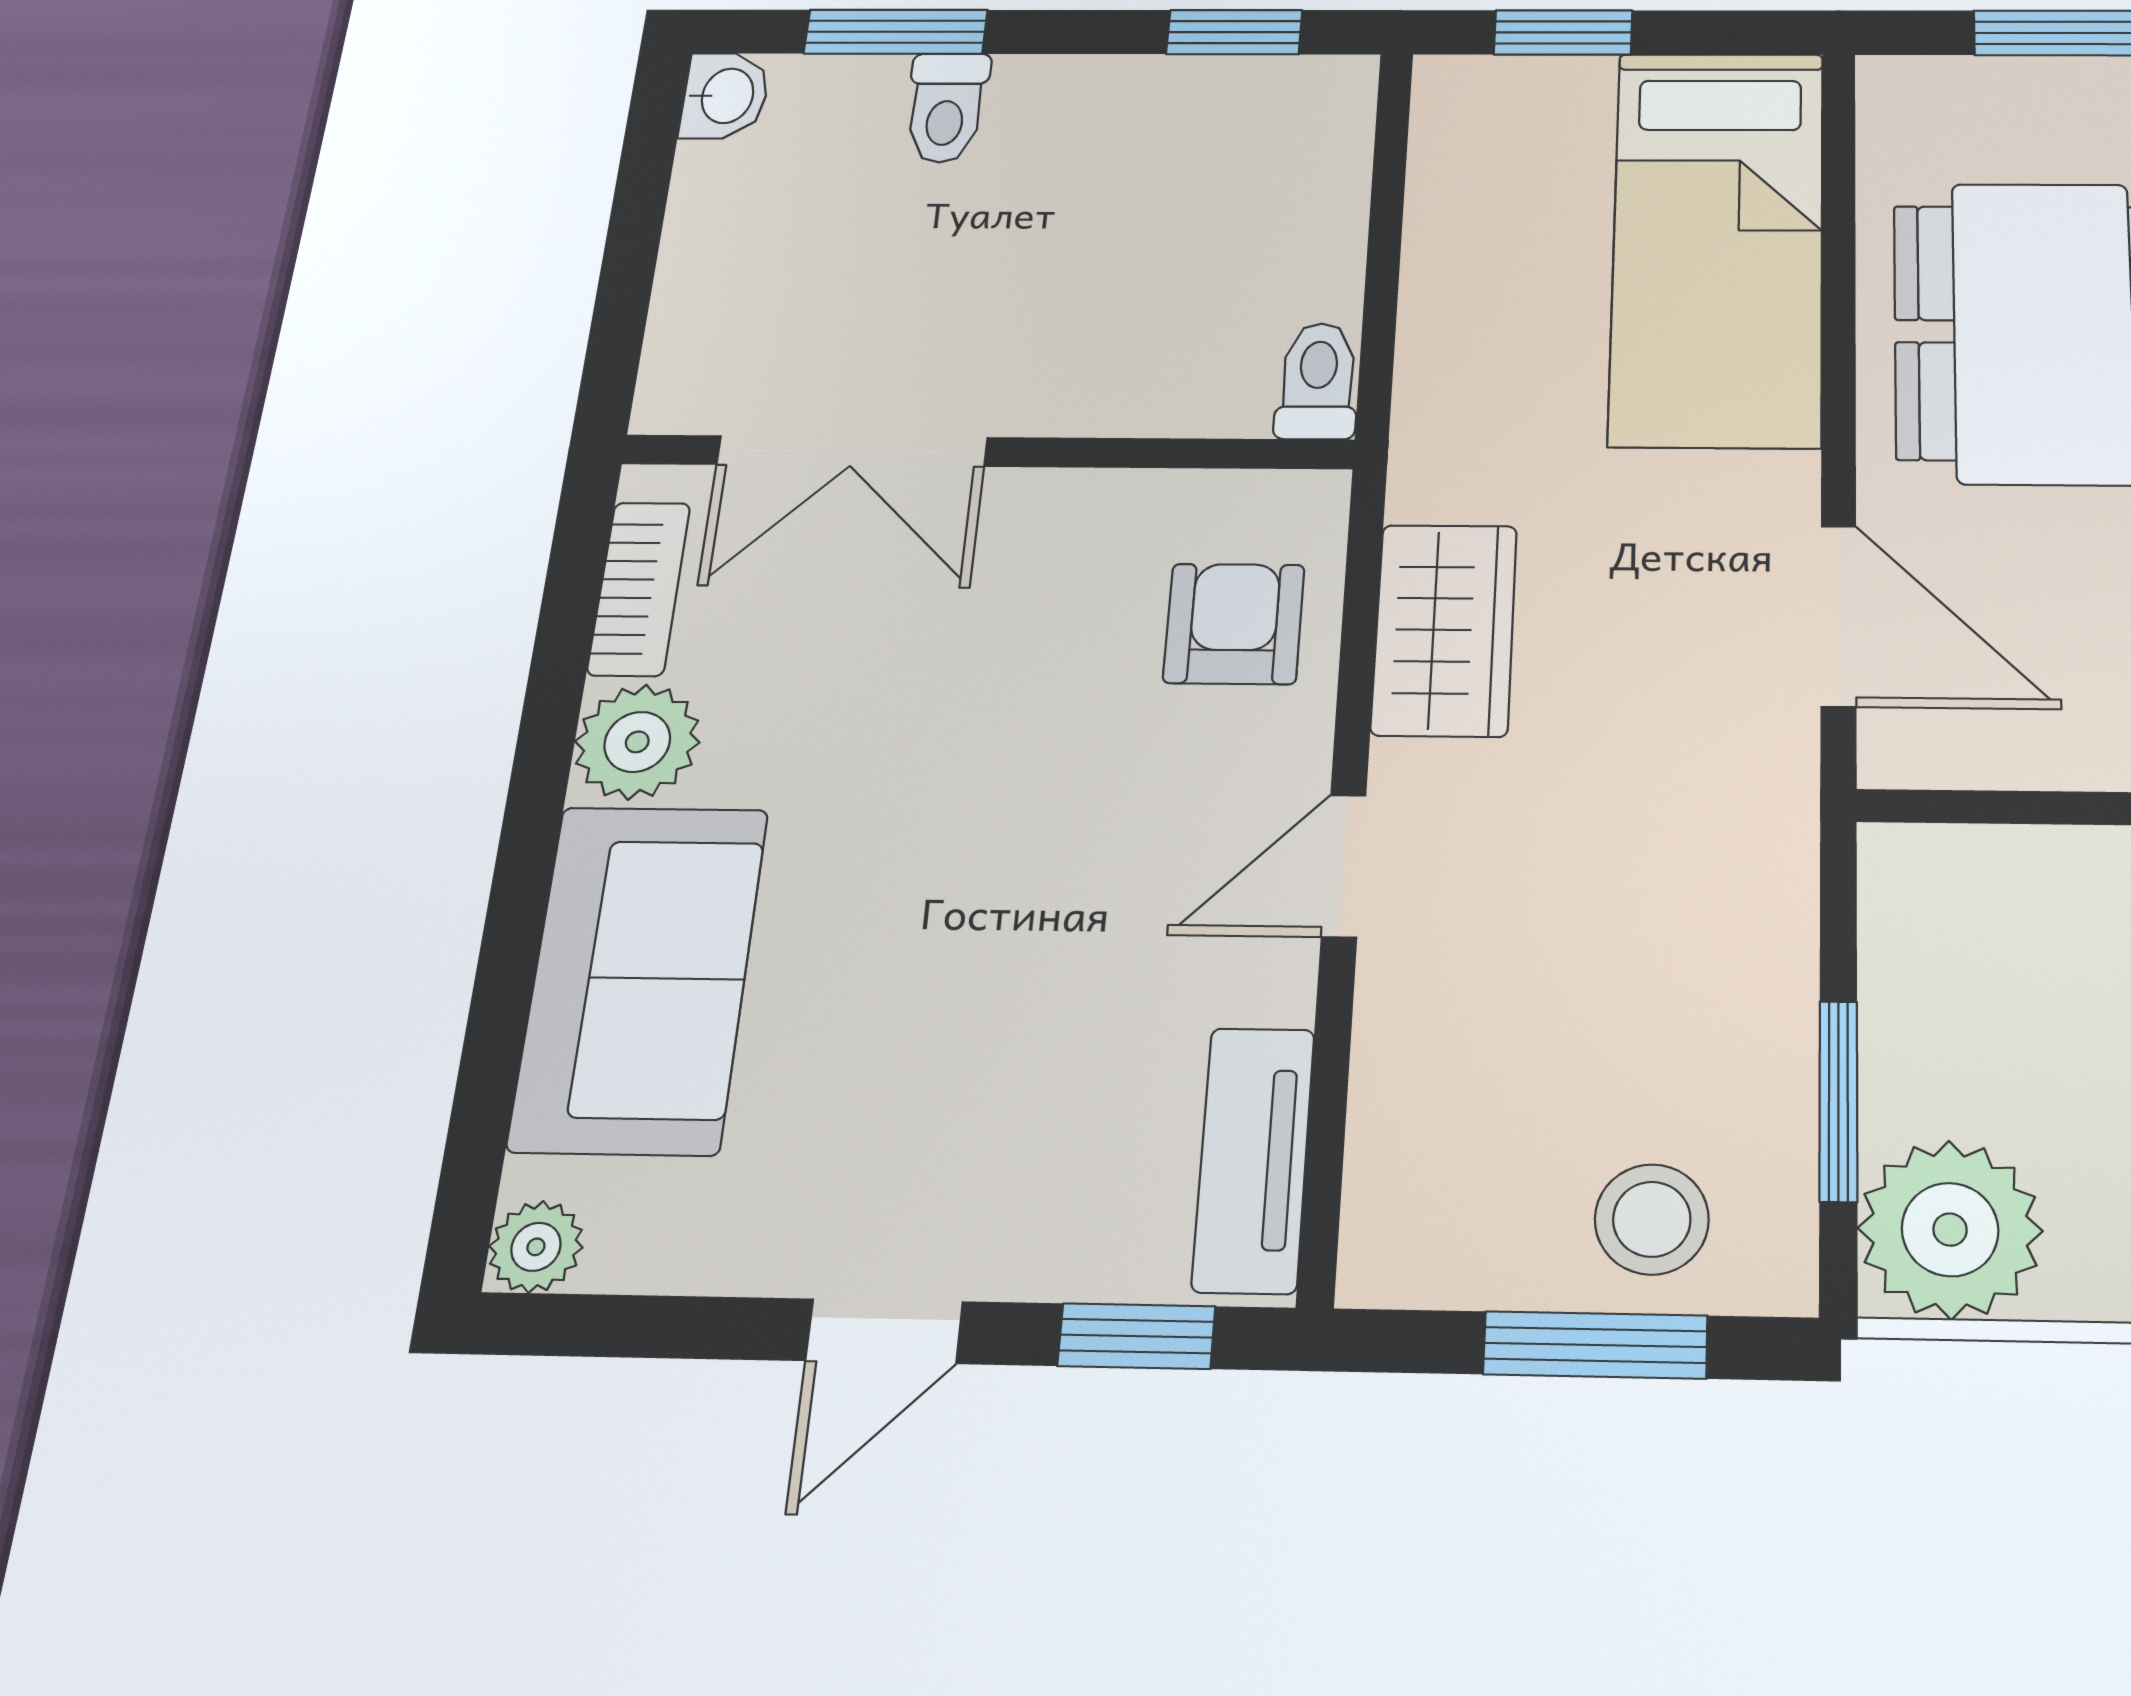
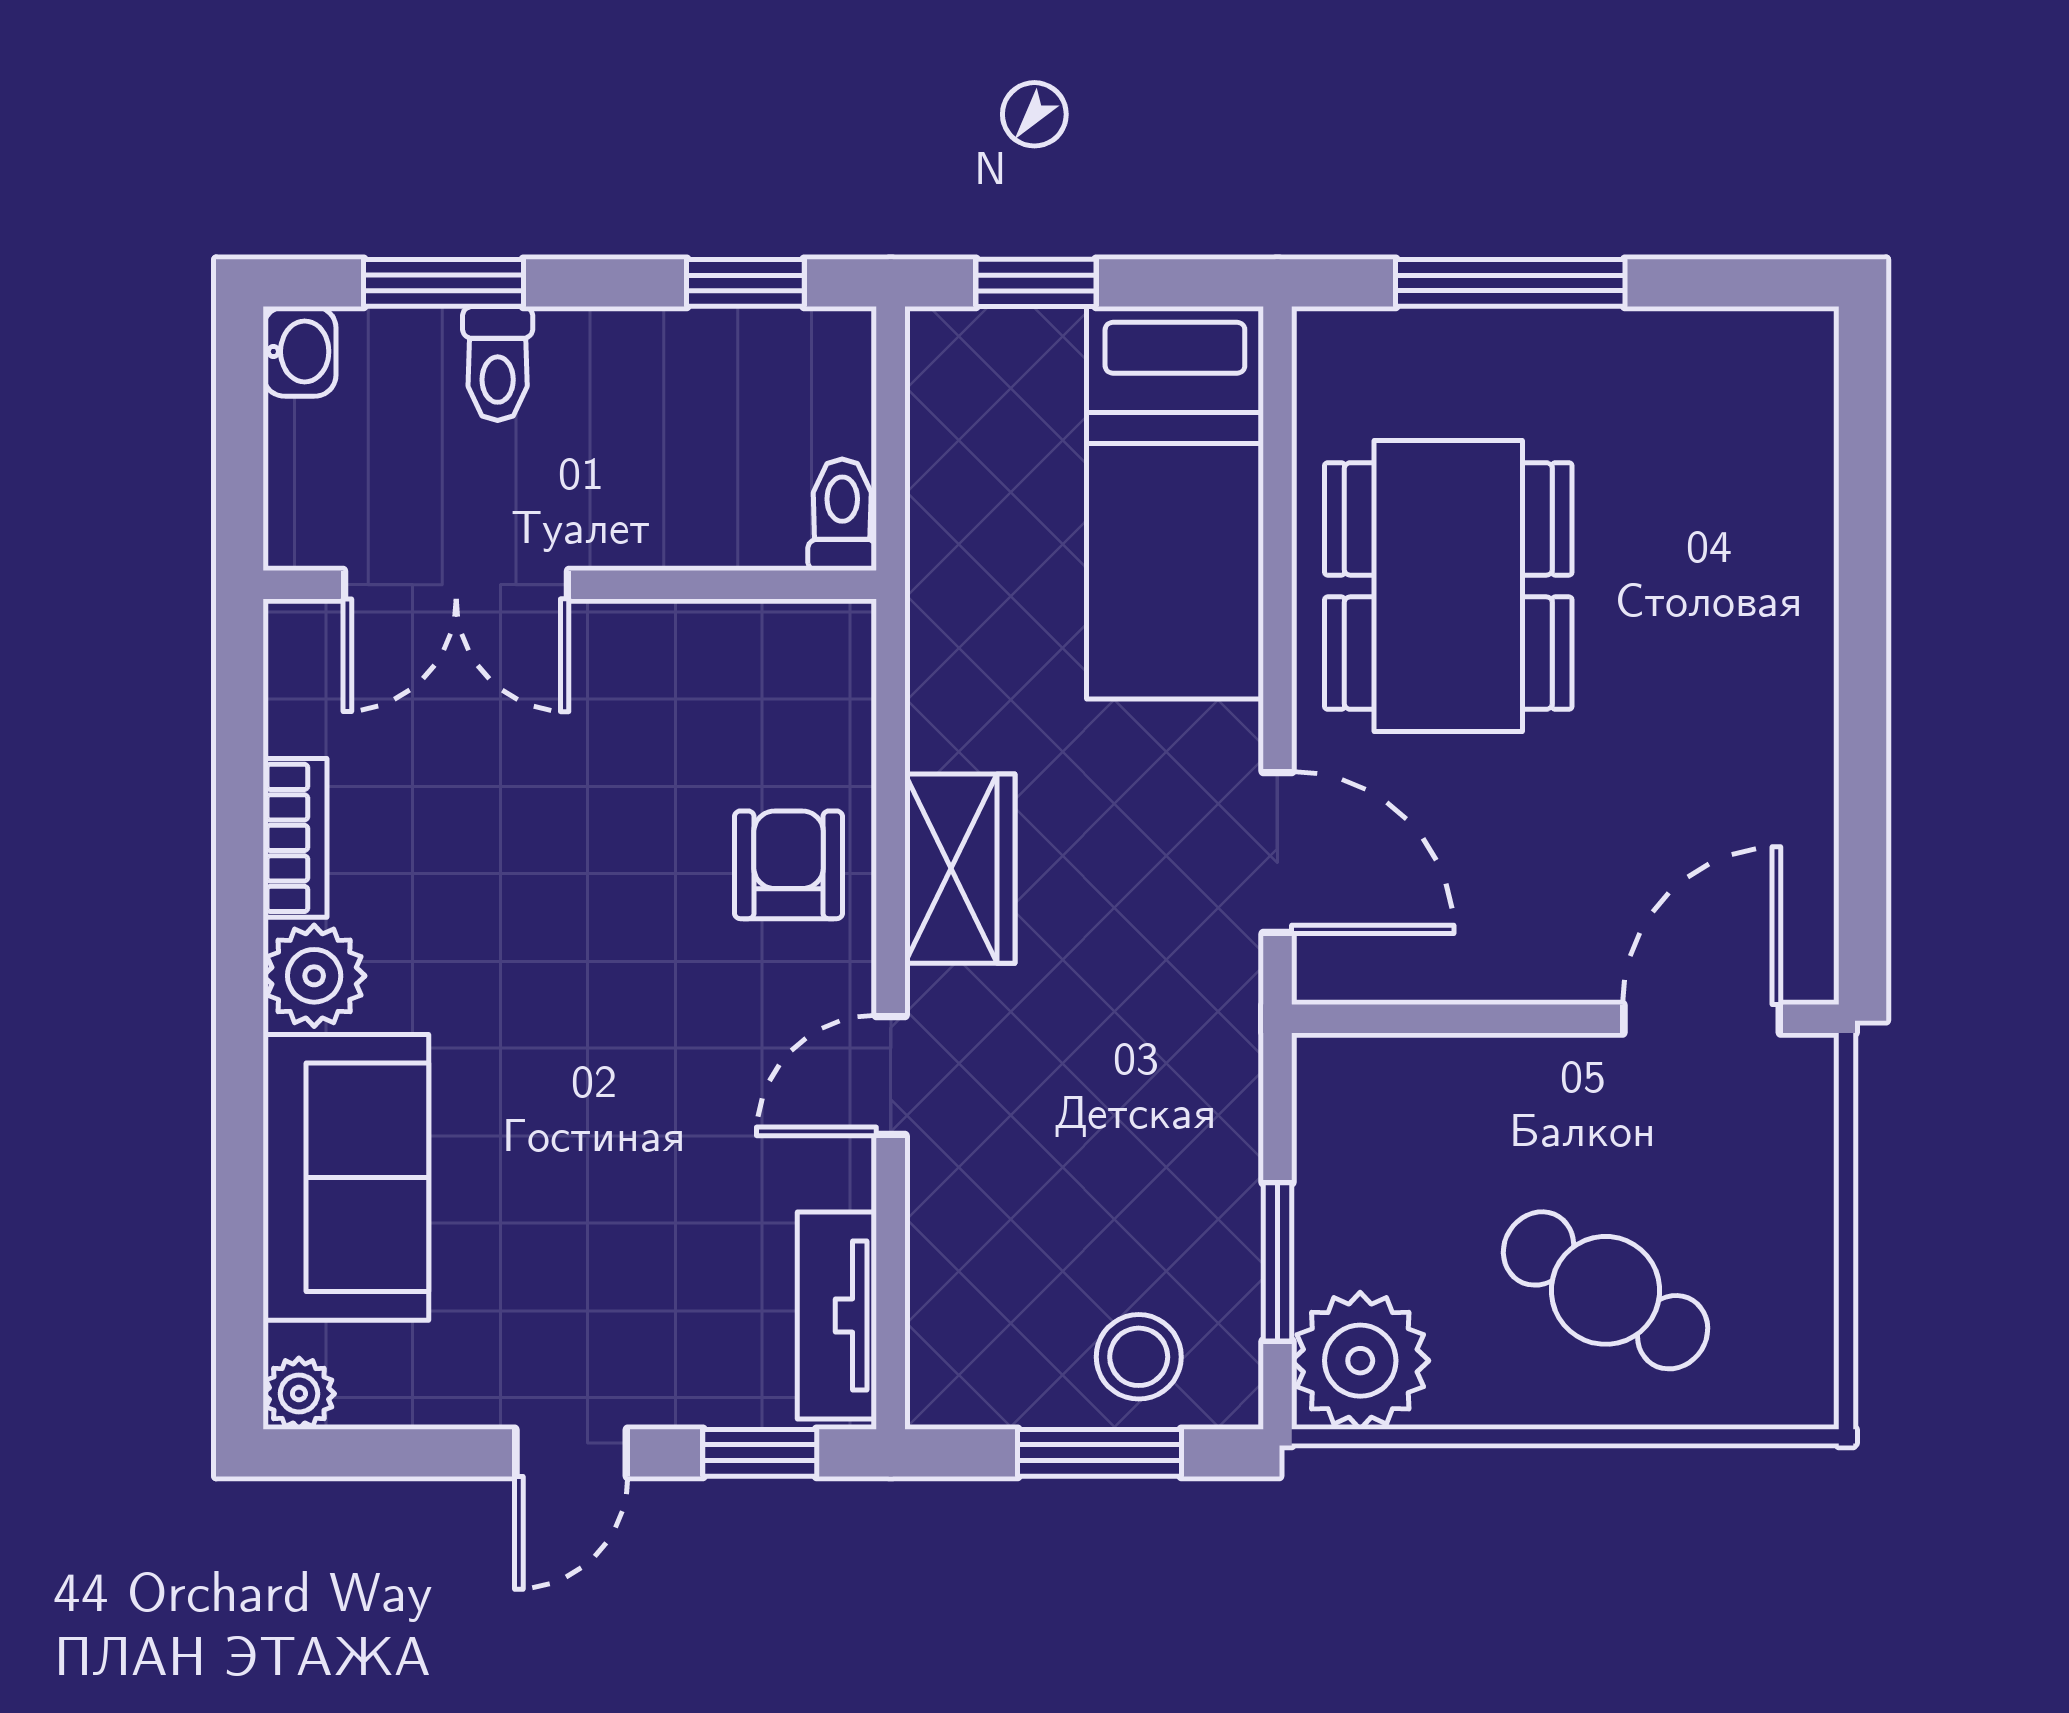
toilet: (1318, 381) -> (842, 515), moved
double door: (852, 451) -> (456, 585), moved
wall: (987, 452) -> (570, 585), moved

